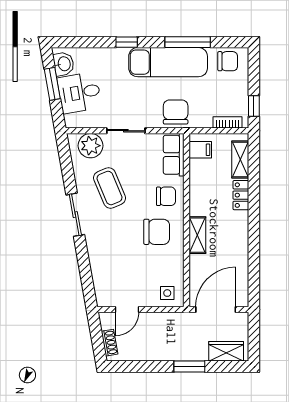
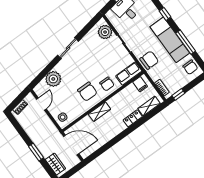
coffee table: (110, 188) -> (92, 55), removed
plant: (104, 267) -> (53, 79), added
door: (127, 310) -> (41, 104), swing flipped

